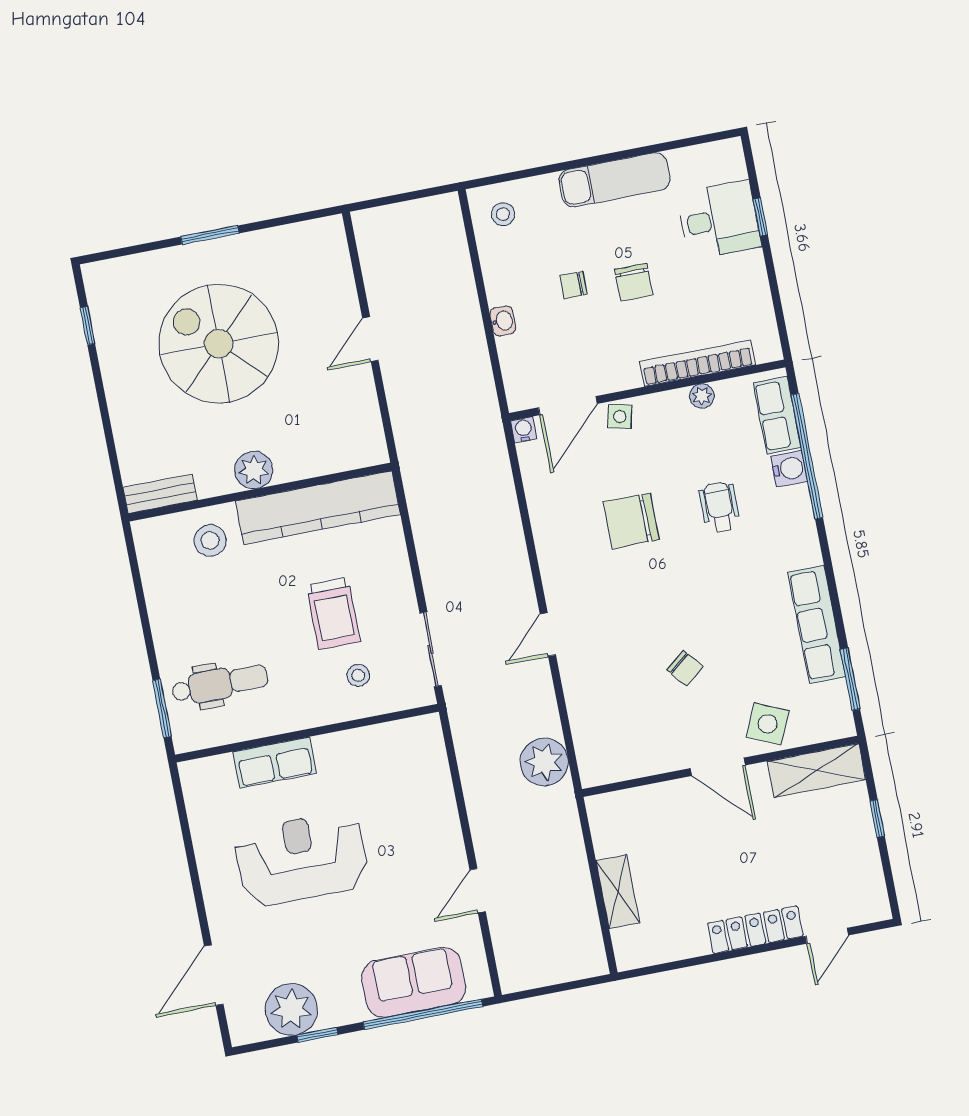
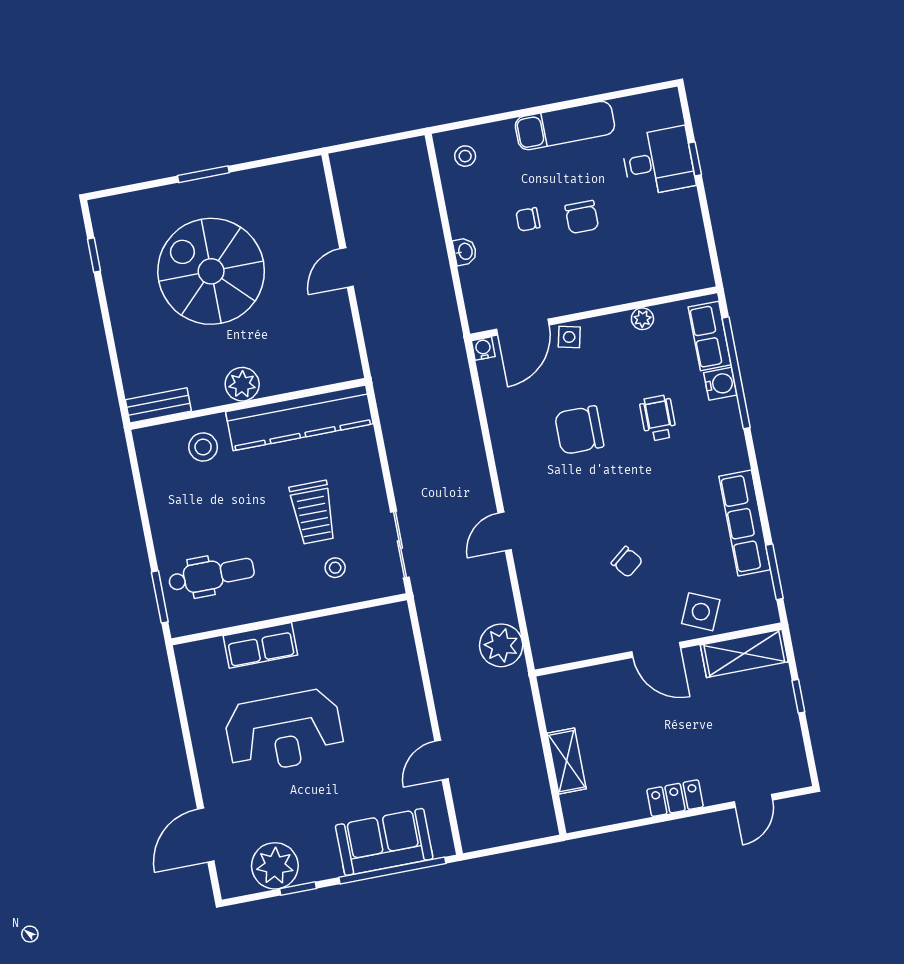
bookcase: (697, 363) -> (639, 290), removed
reception desk: (301, 859) -> (284, 731), turned 180
locker: (755, 930) -> (675, 798), width x0.66

